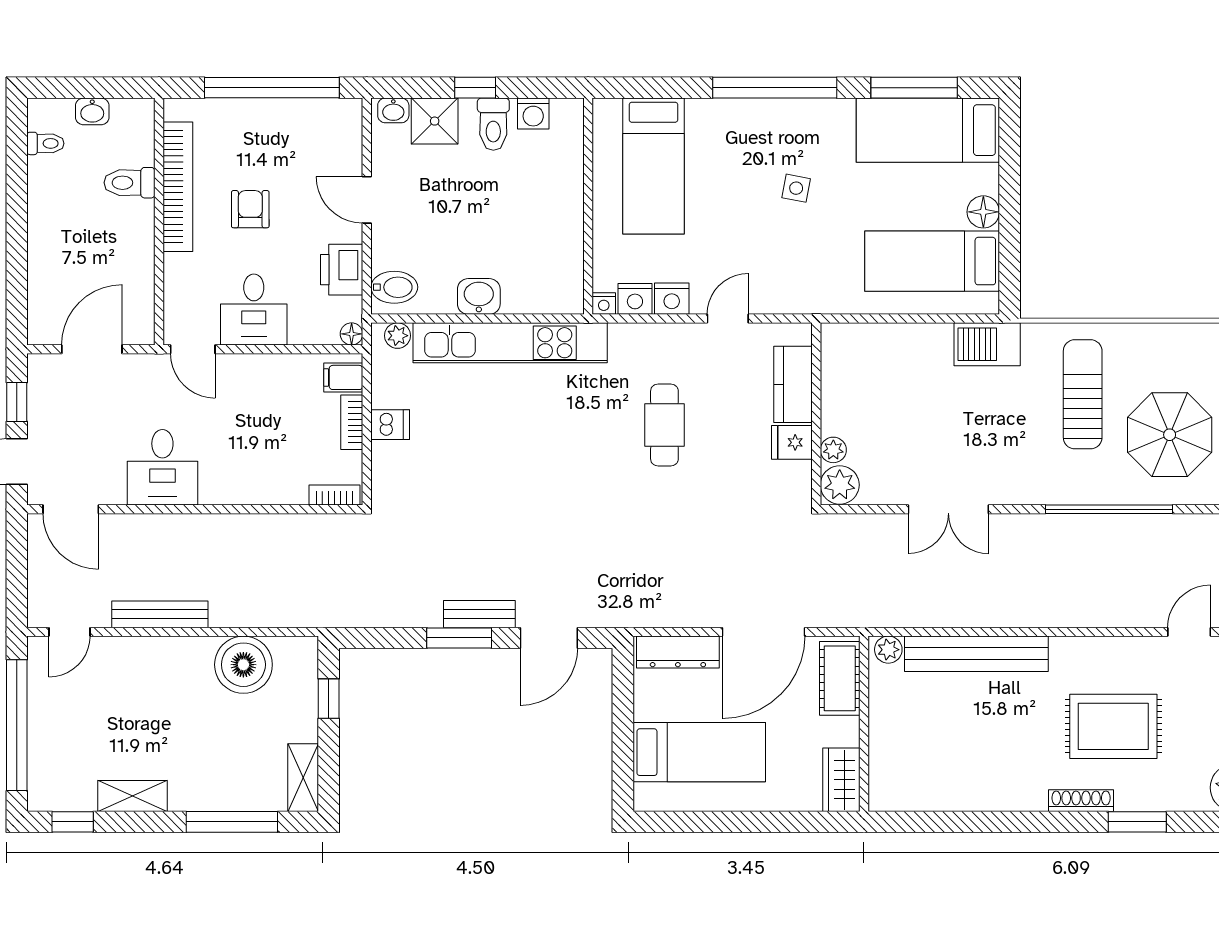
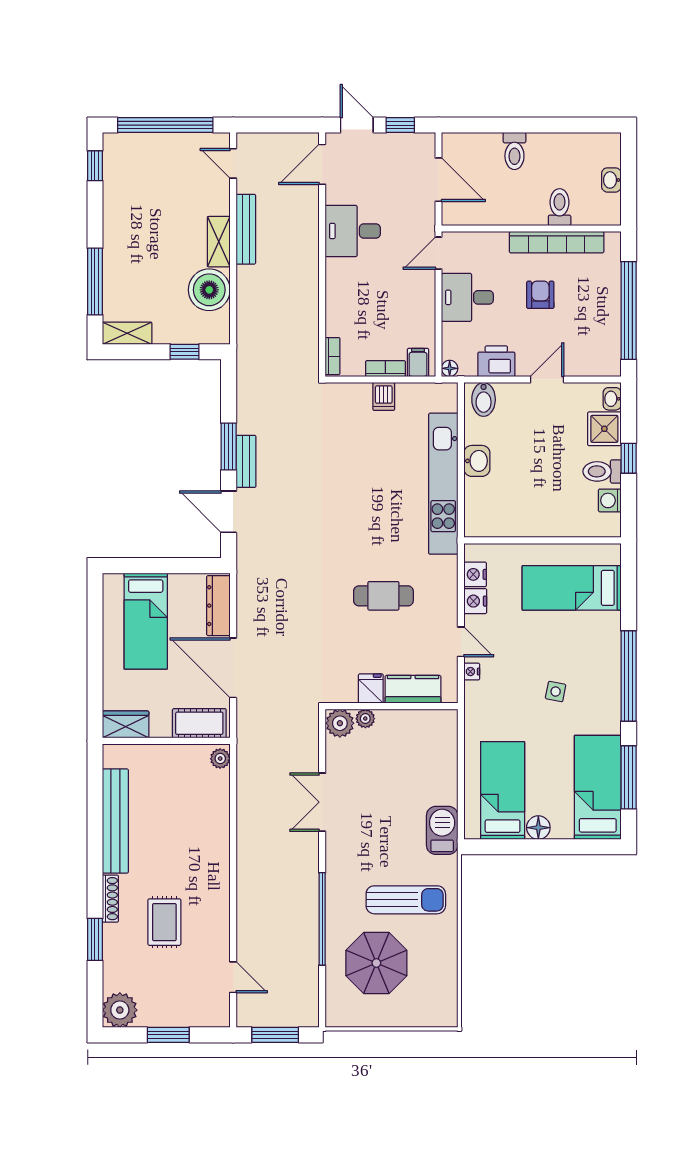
toilet: (45, 143) -> (514, 151), moved, width x1.37, depth x1.39
armchair: (250, 209) -> (540, 295), turned -90
nightstand: (604, 304) -> (472, 672), moved
plant: (397, 336) -> (448, 402), removed
bench: (976, 654) -> (115, 821), moved
rug: (1113, 726) -> (164, 922), width x0.73, depth x0.70
shelving: (133, 796) -> (219, 242), moved

